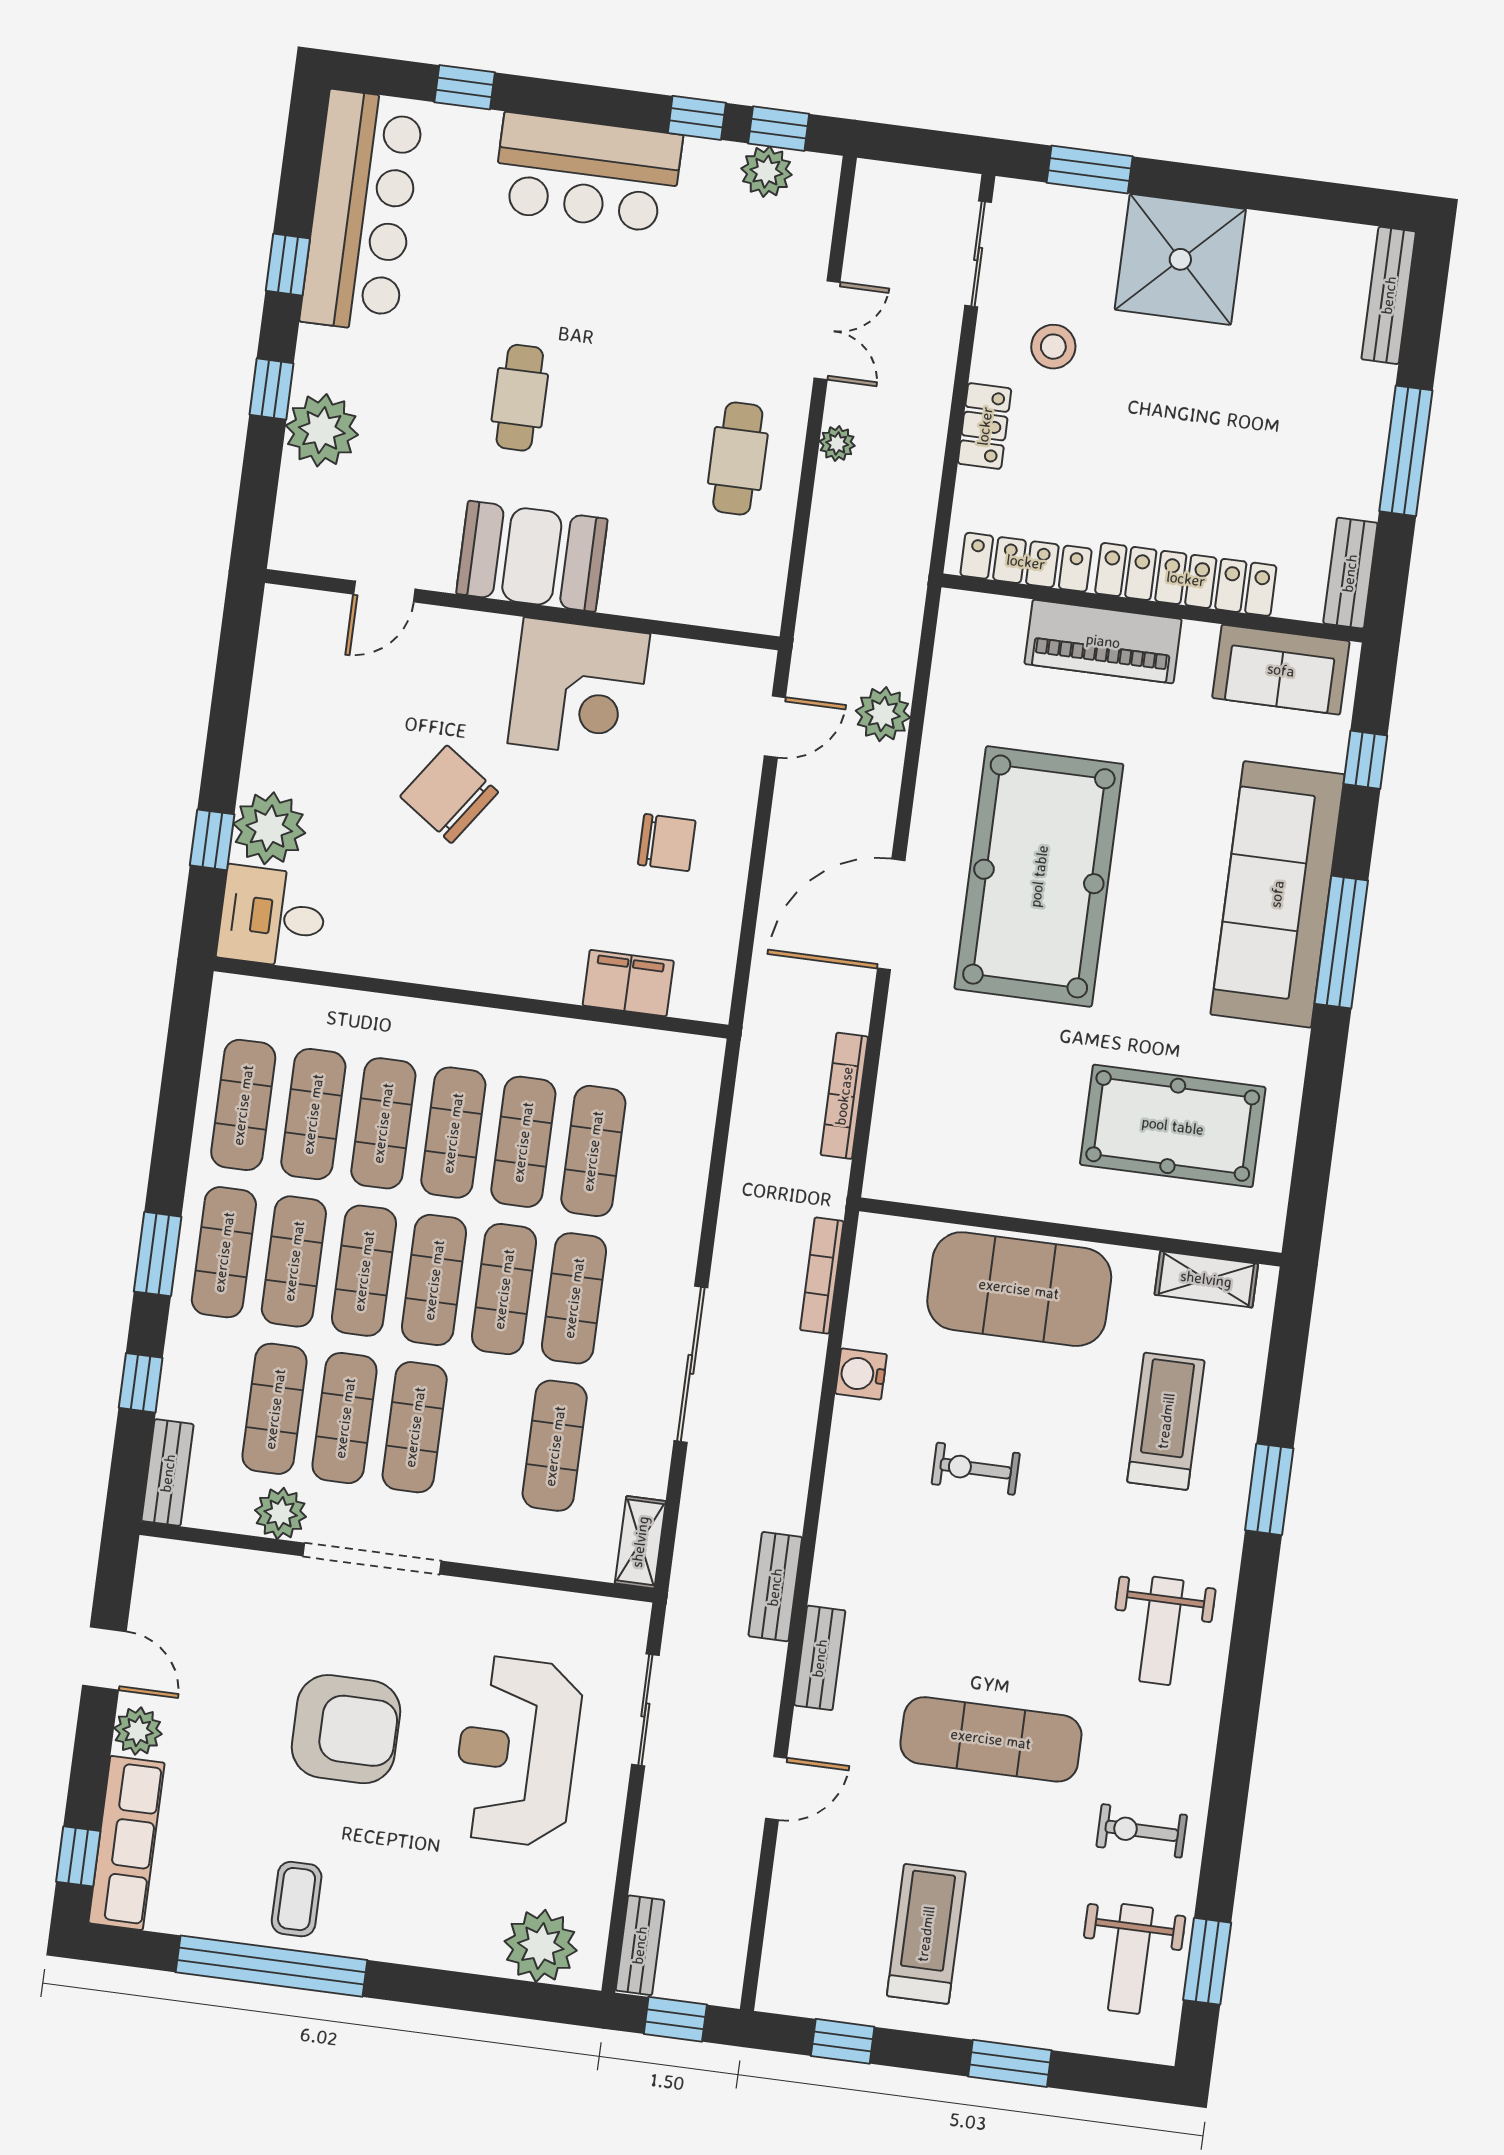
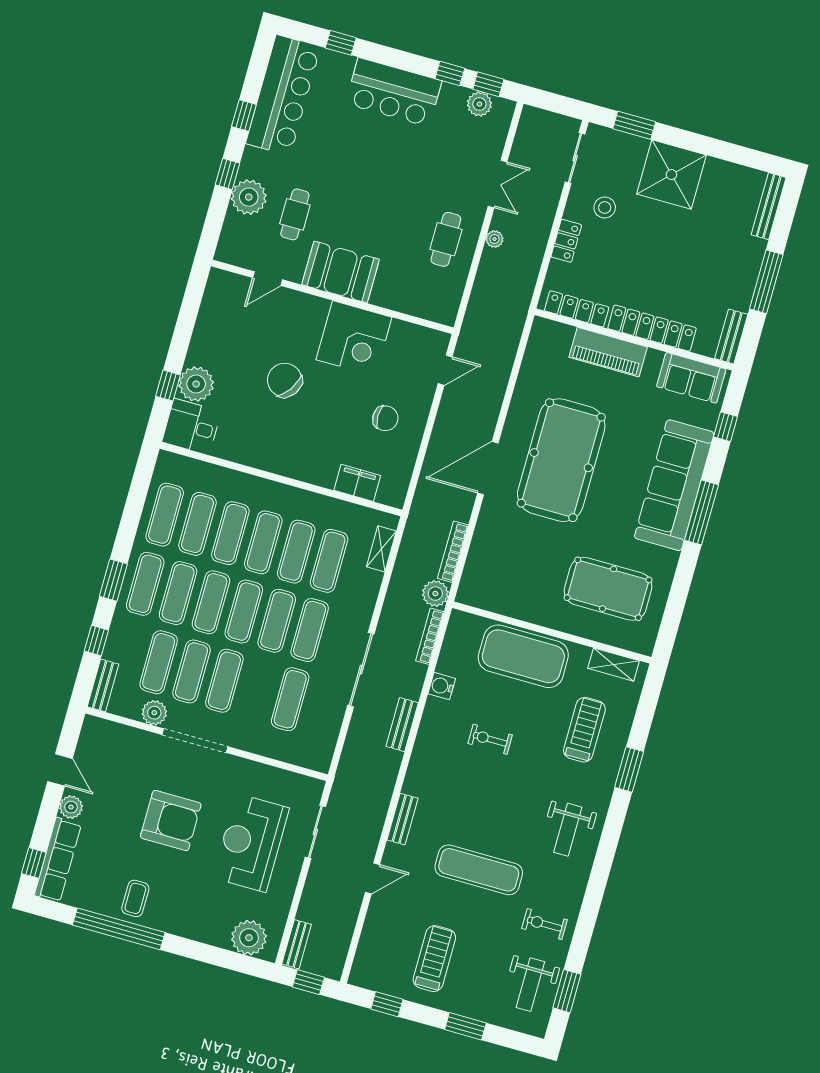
cafe table: (520, 398) -> (295, 214), moved
plant: (883, 714) -> (435, 594), moved
shelving: (640, 1542) -> (381, 549), moved
bench: (775, 1587) -> (402, 725), moved

